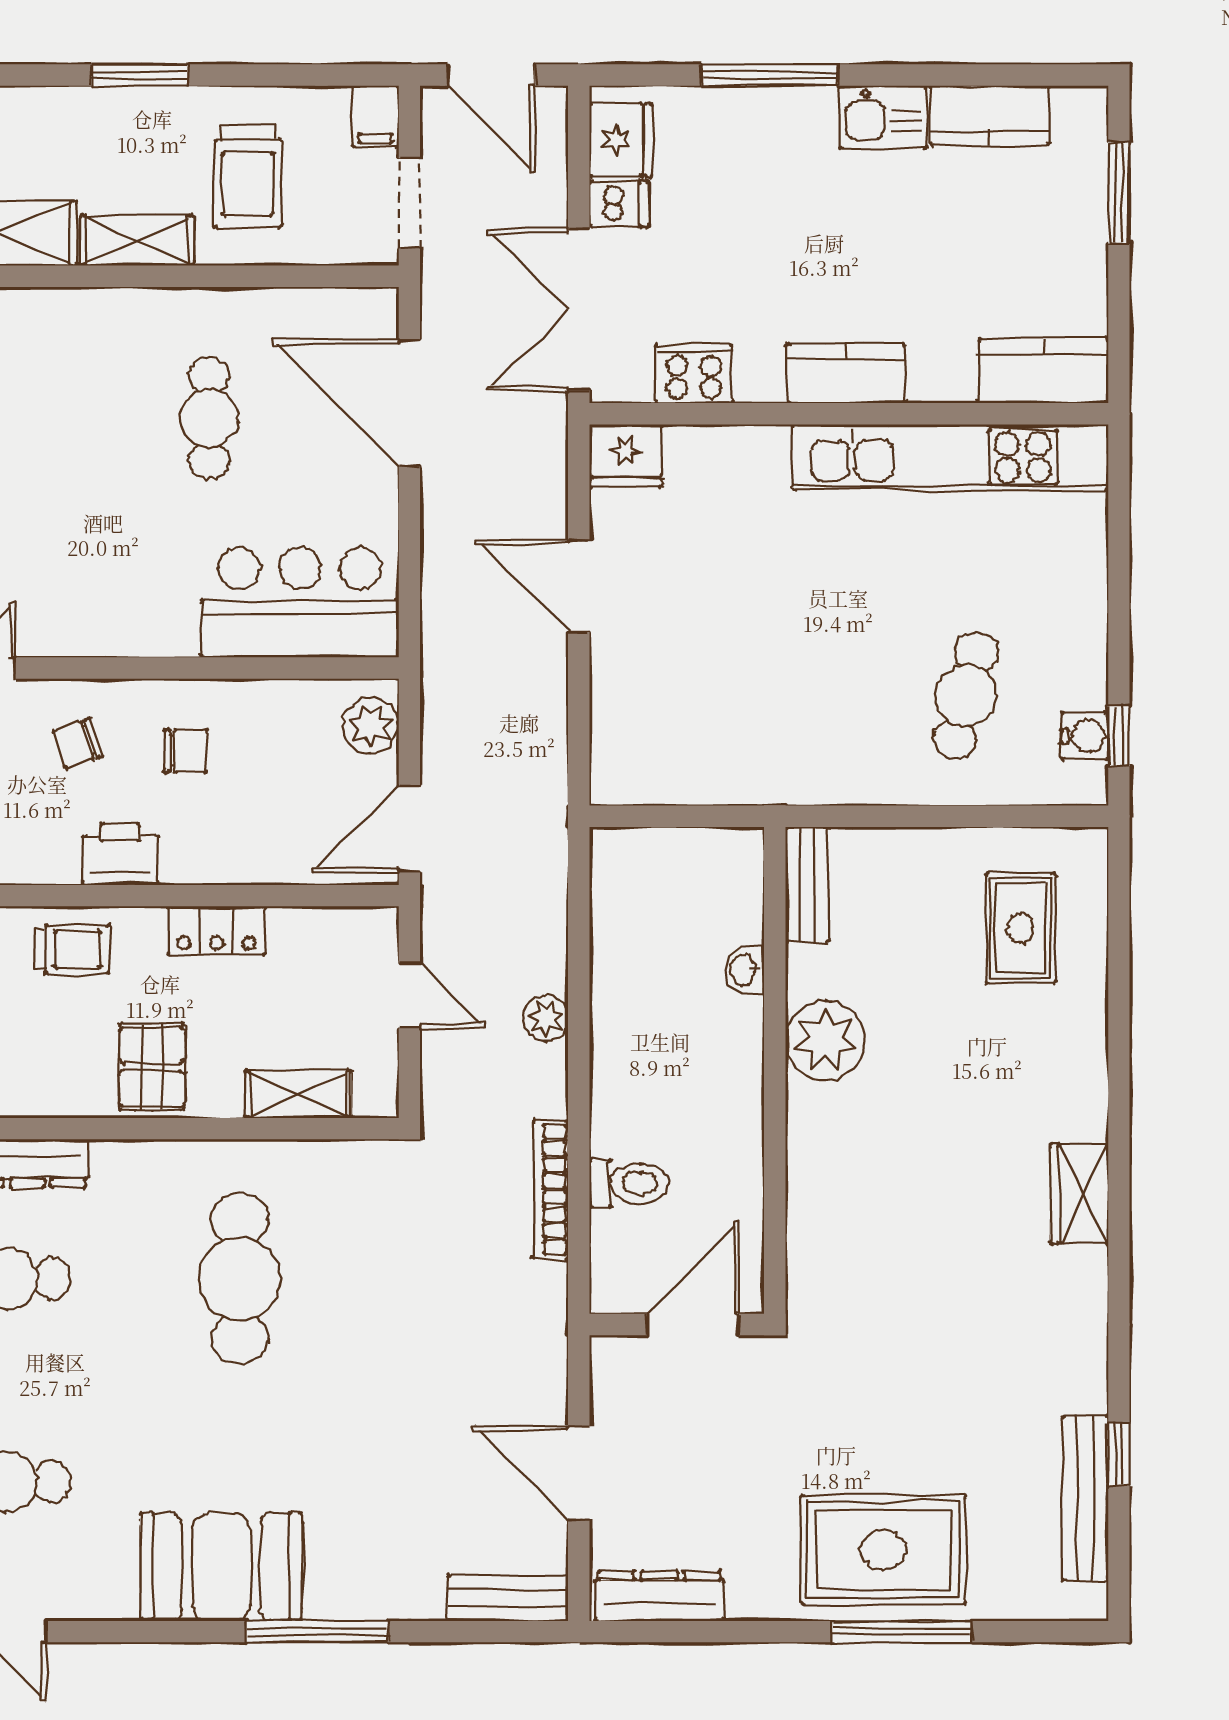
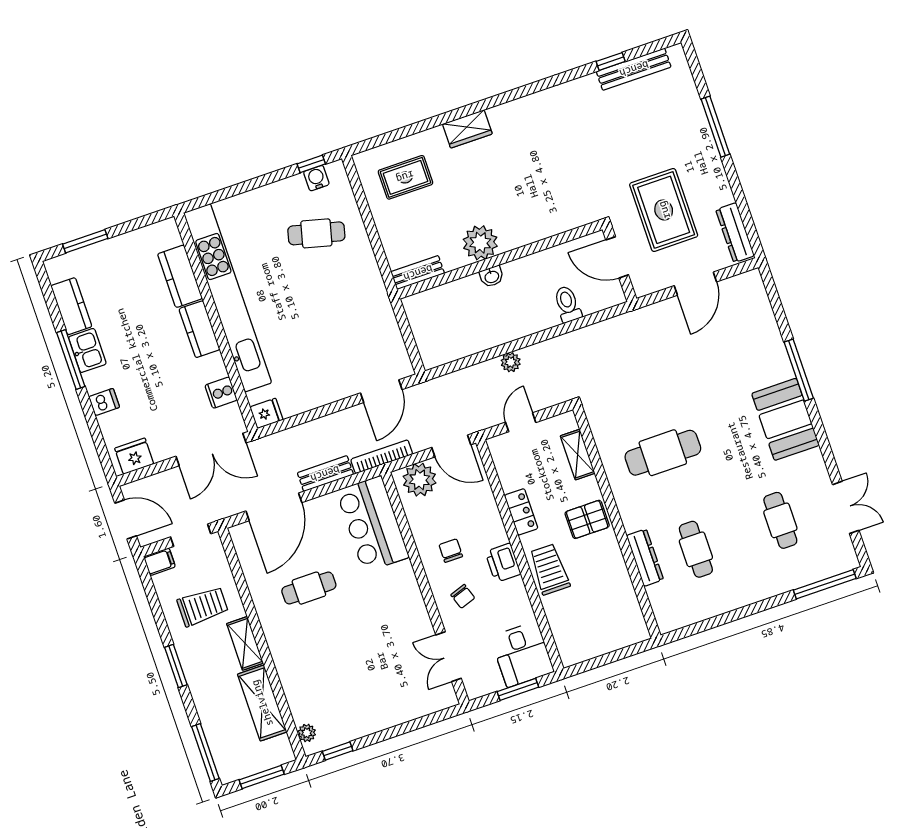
door: (491, 75) -> (126, 519), hinge flipped
window: (770, 75) -> (71, 359), moved
dishwasher: (619, 204) -> (104, 402), moved, turned 90
kitchen counter: (1044, 371) -> (180, 276), moved
cooker: (694, 374) -> (221, 393), width x0.73
fridge: (626, 456) -> (266, 413), width x0.72
kitchen unit: (950, 457) -> (228, 298), width x1.36
door: (579, 586) -> (381, 391), moved
plant: (371, 726) -> (420, 480), width x1.36, depth x1.36
trolley: (72, 949) -> (550, 569), width x1.36, depth x1.39
washbasin: (744, 970) -> (492, 276), moved
bookcase: (551, 1190) -> (382, 457), moved, turned 180
wardrobe: (1079, 1194) -> (467, 129), moved
rug: (883, 1550) -> (664, 210), moved
bench: (508, 1598) -> (325, 474), moved, turned 90

